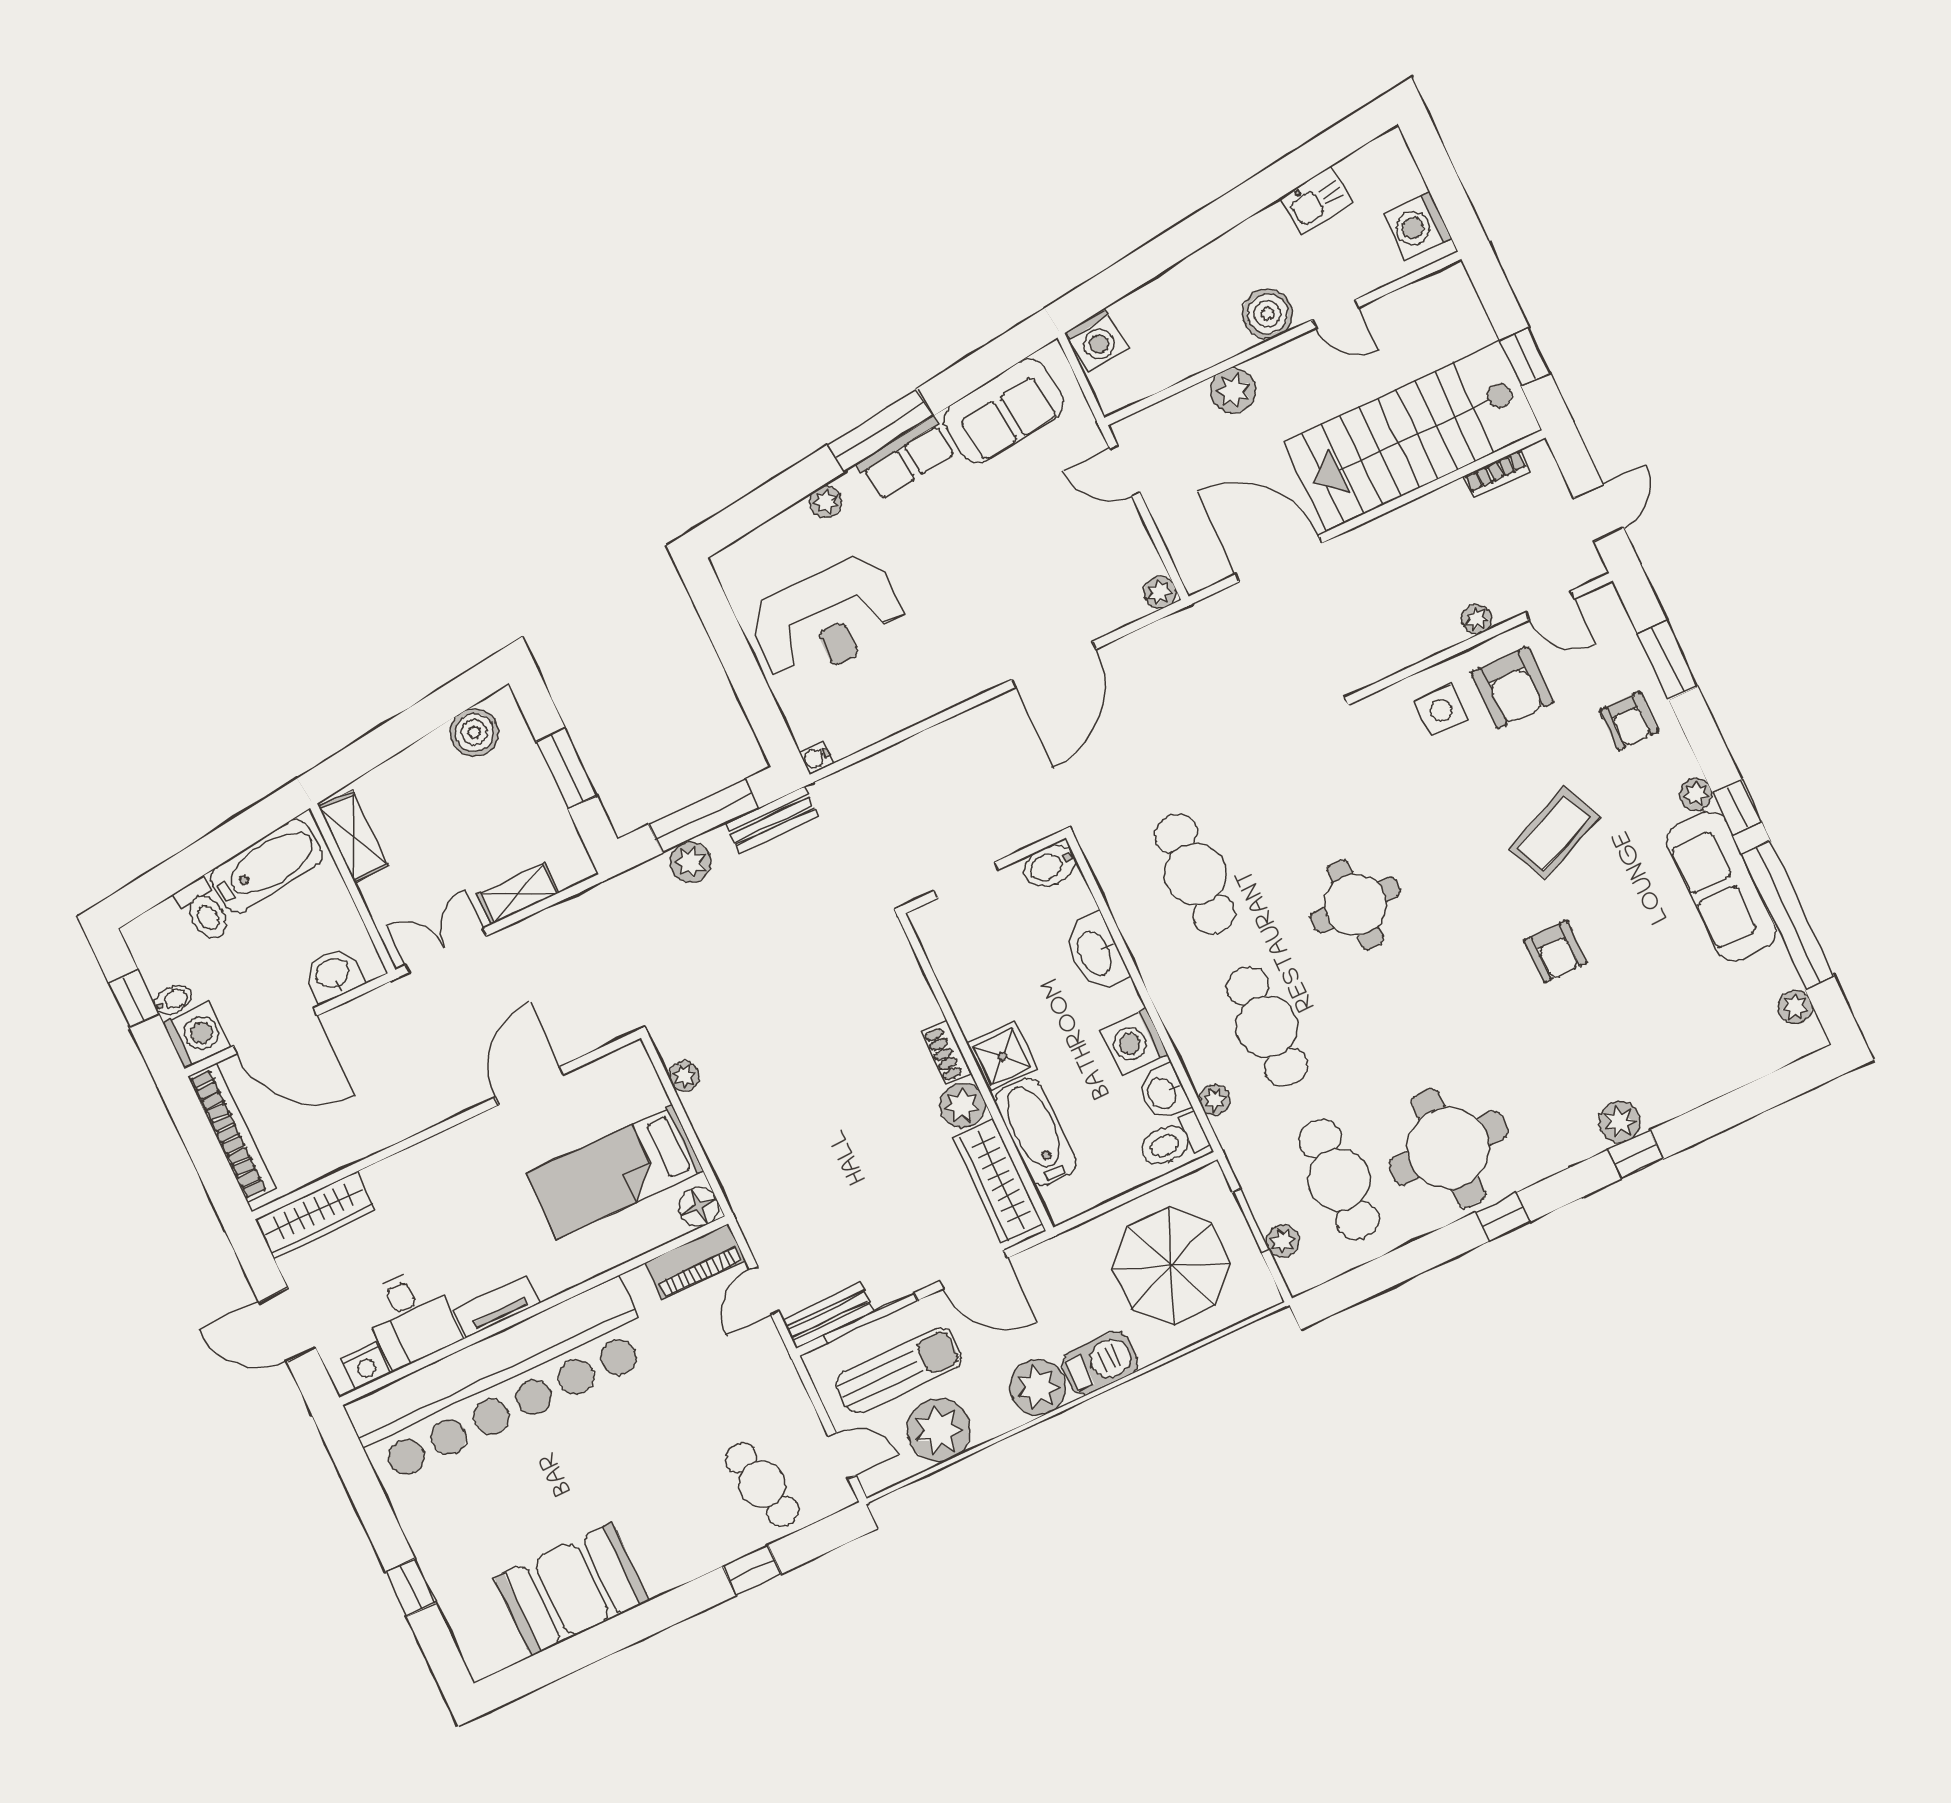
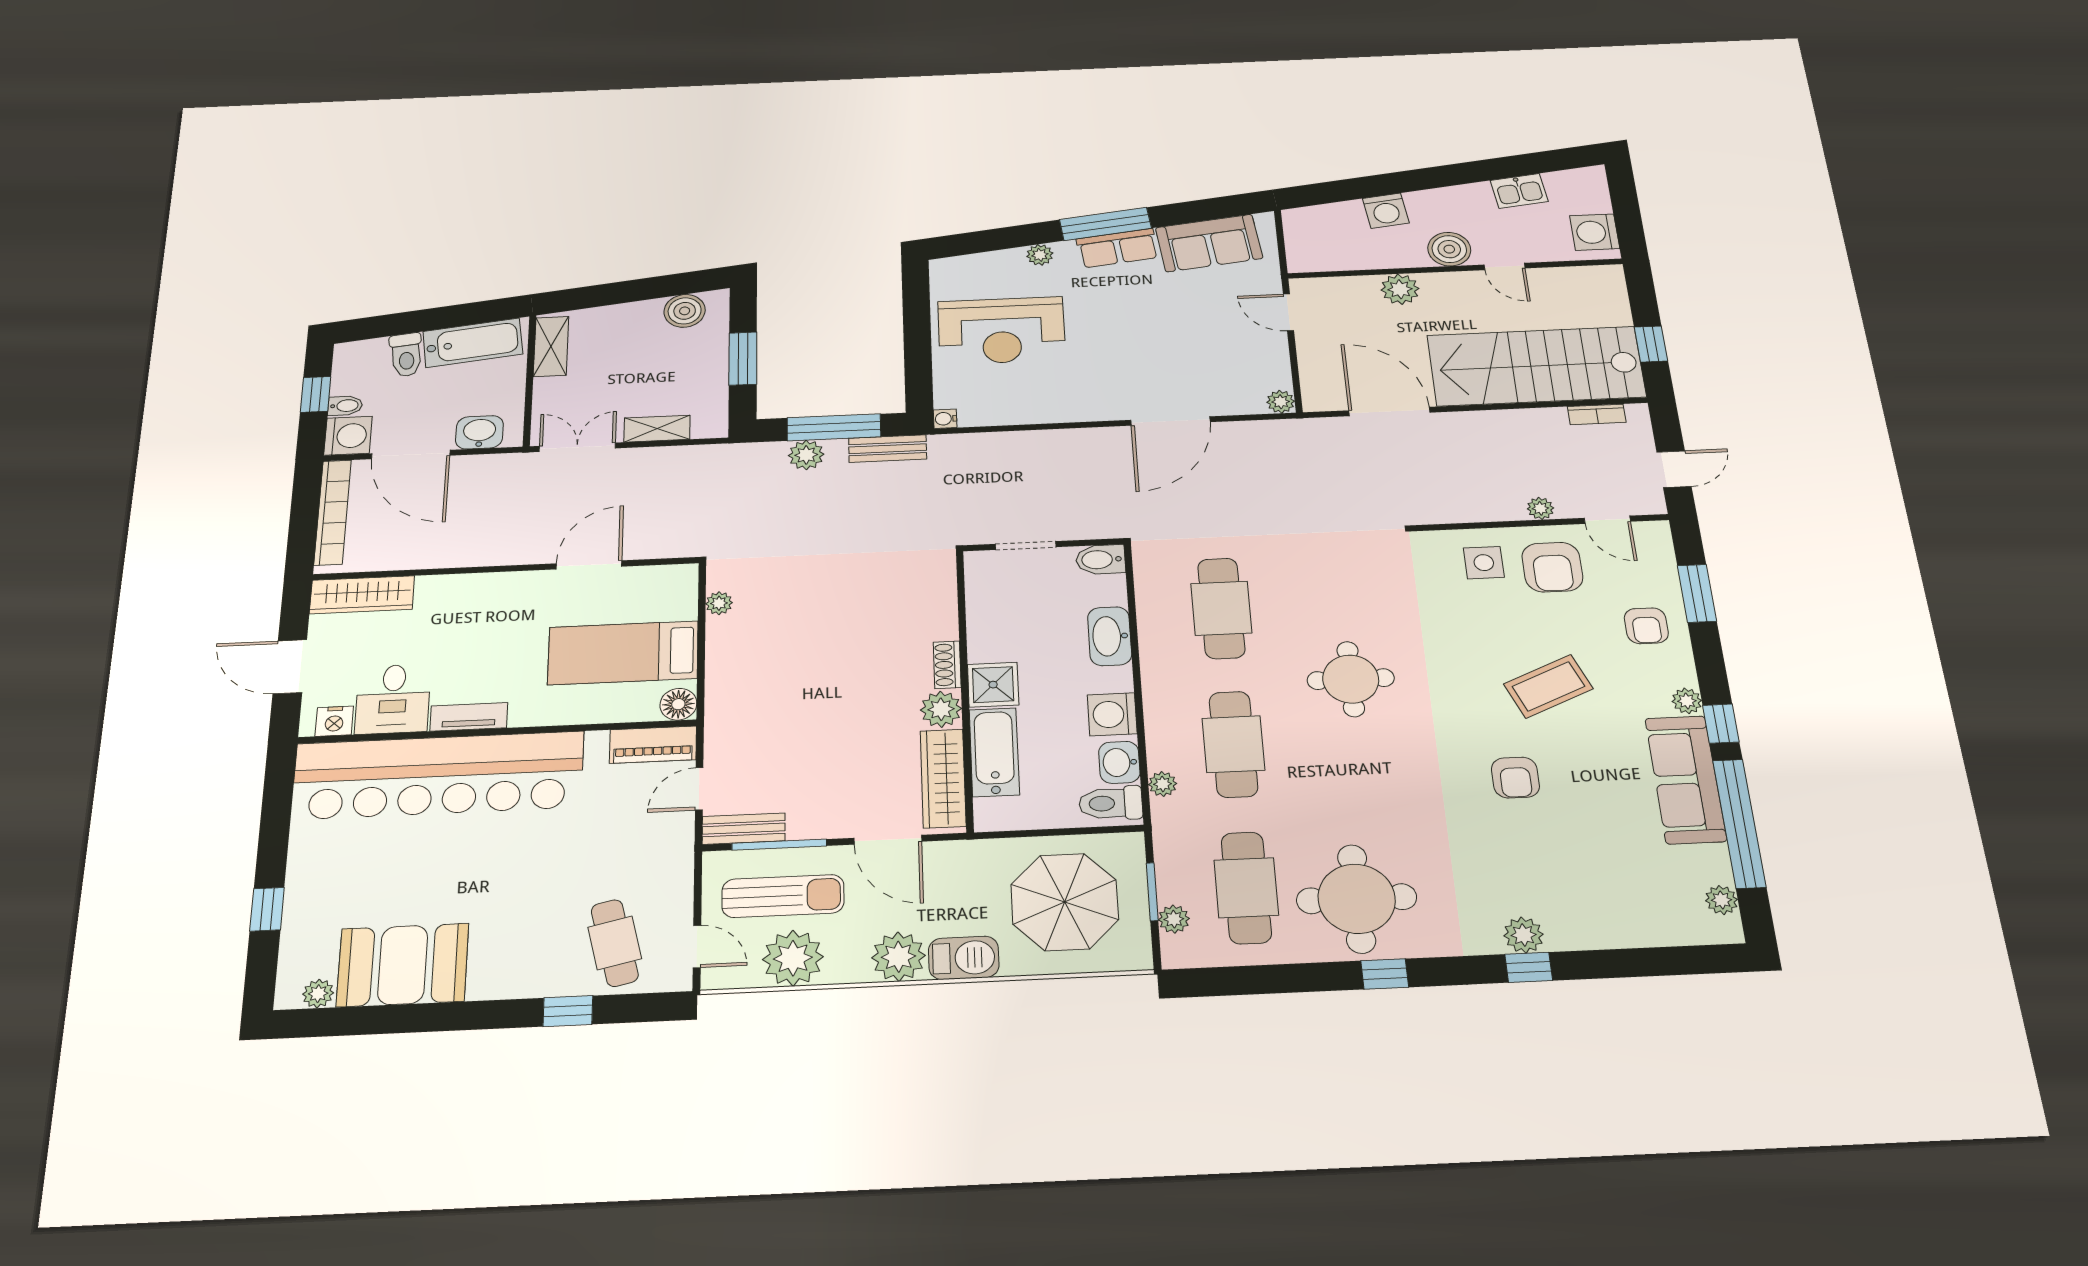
washing machine: (1097, 340) -> (1386, 211), moved
plant: (507, 1650) -> (318, 994), added

